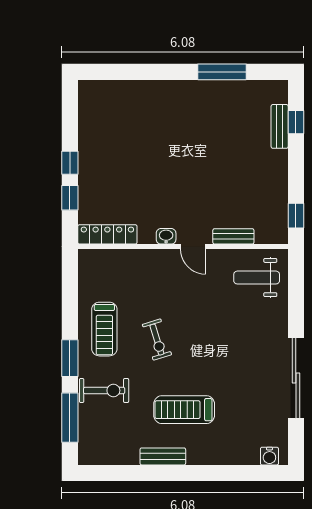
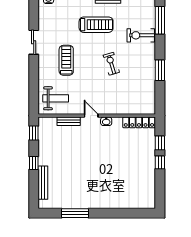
window: (296, 122) -> (34, 163), moved
bench: (280, 126) -> (43, 183), width x1.36
treadmill: (104, 329) -> (66, 60), moved
window: (70, 358) -> (160, 70), moved
sliding door: (296, 378) -> (34, 42), width x0.54

